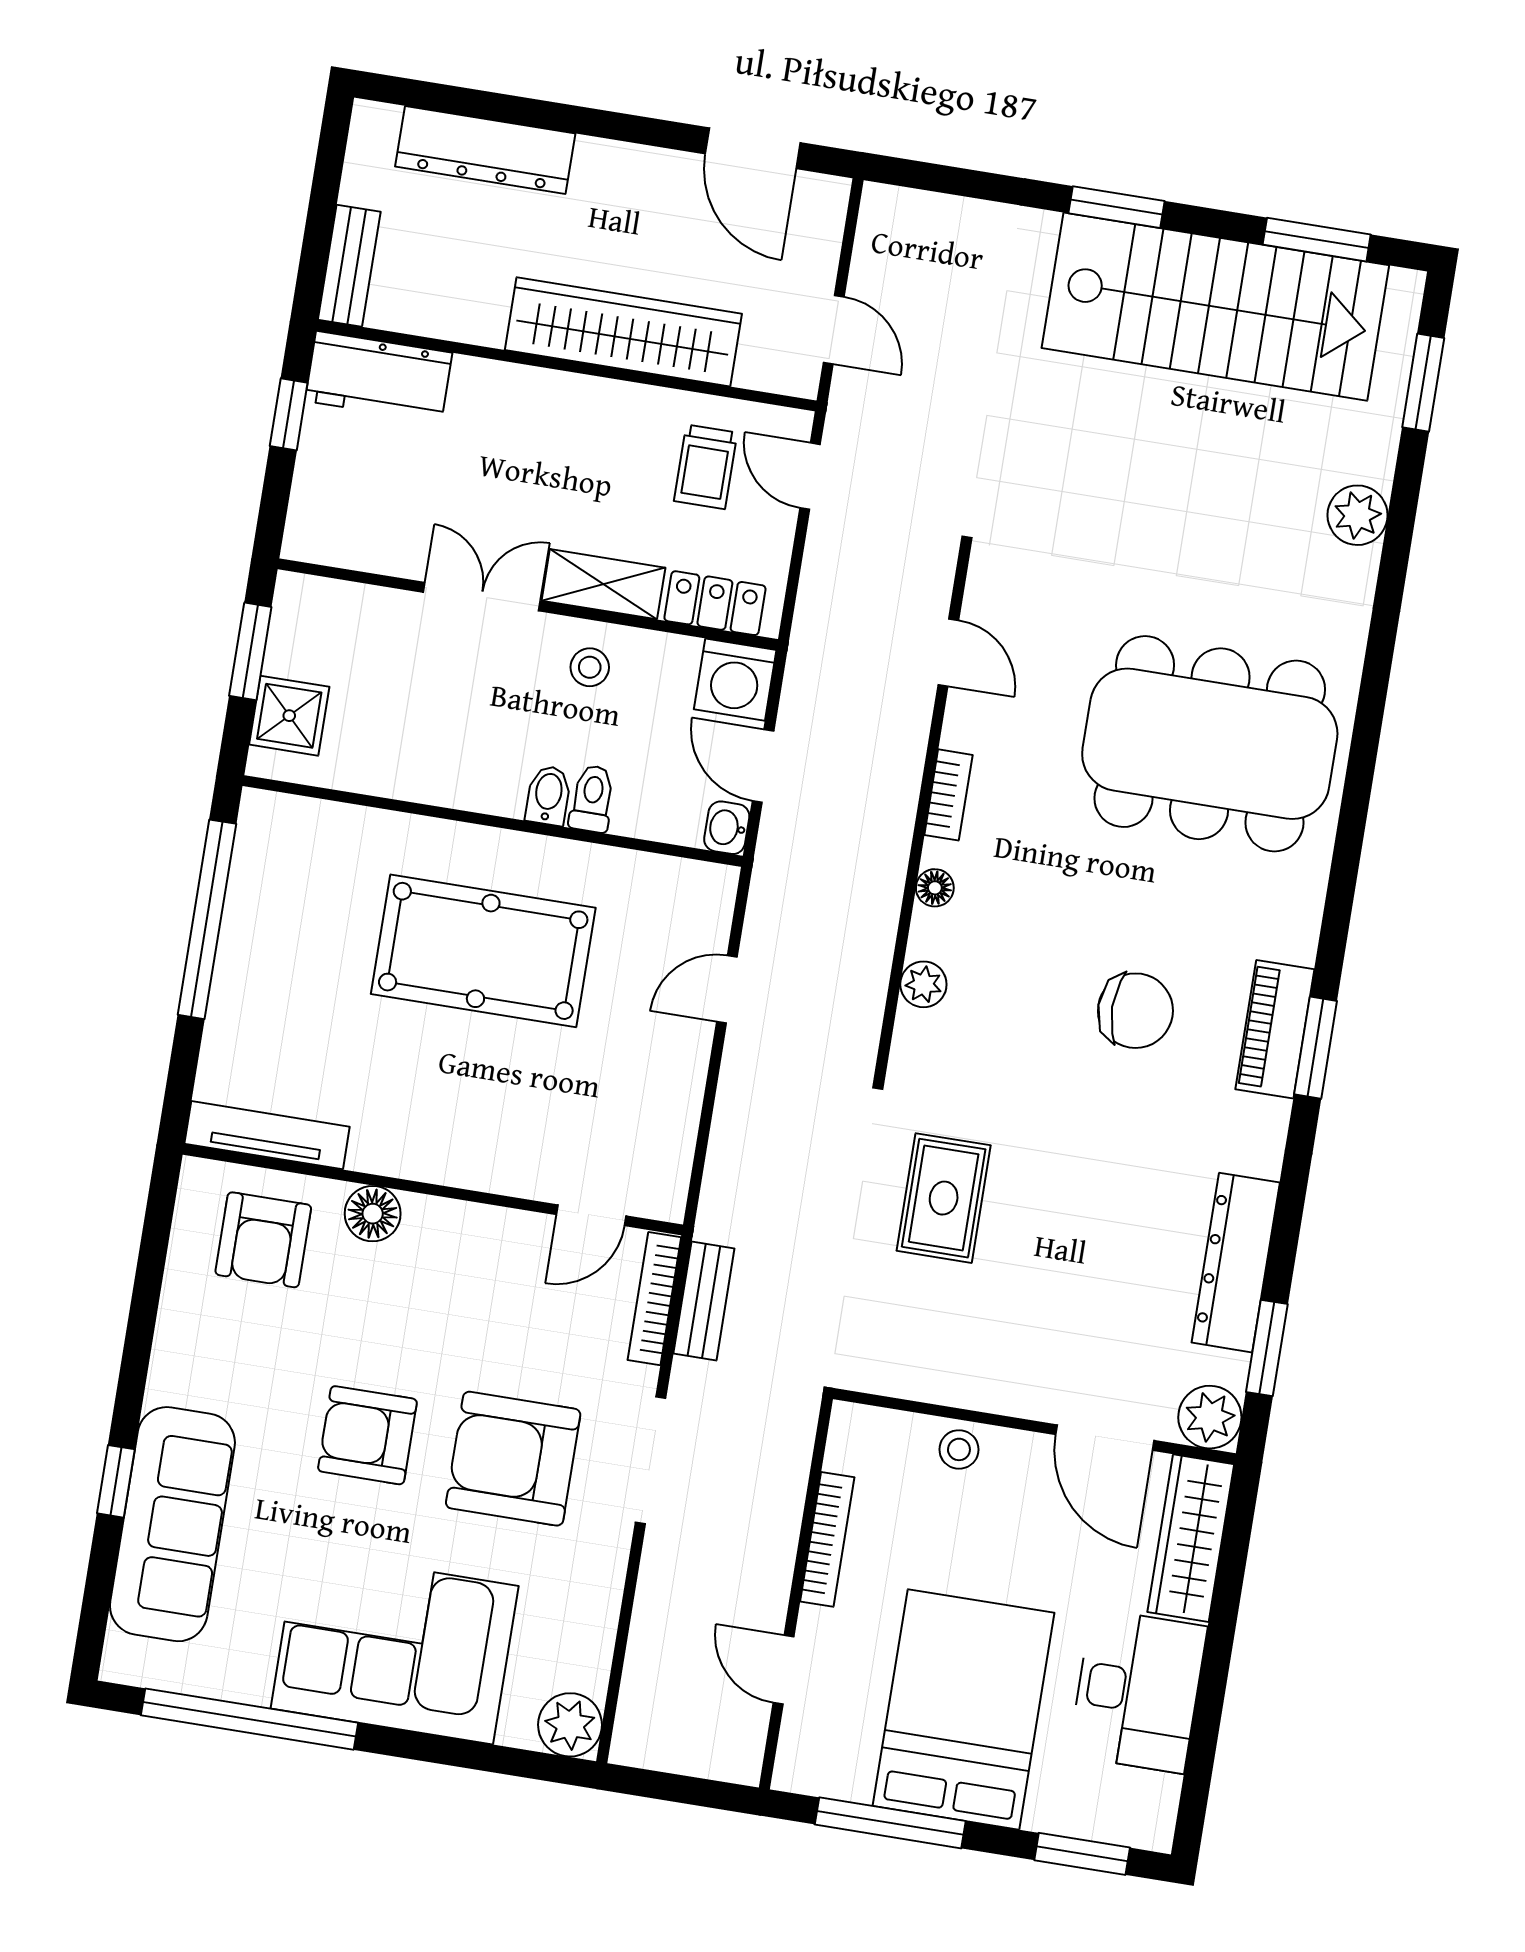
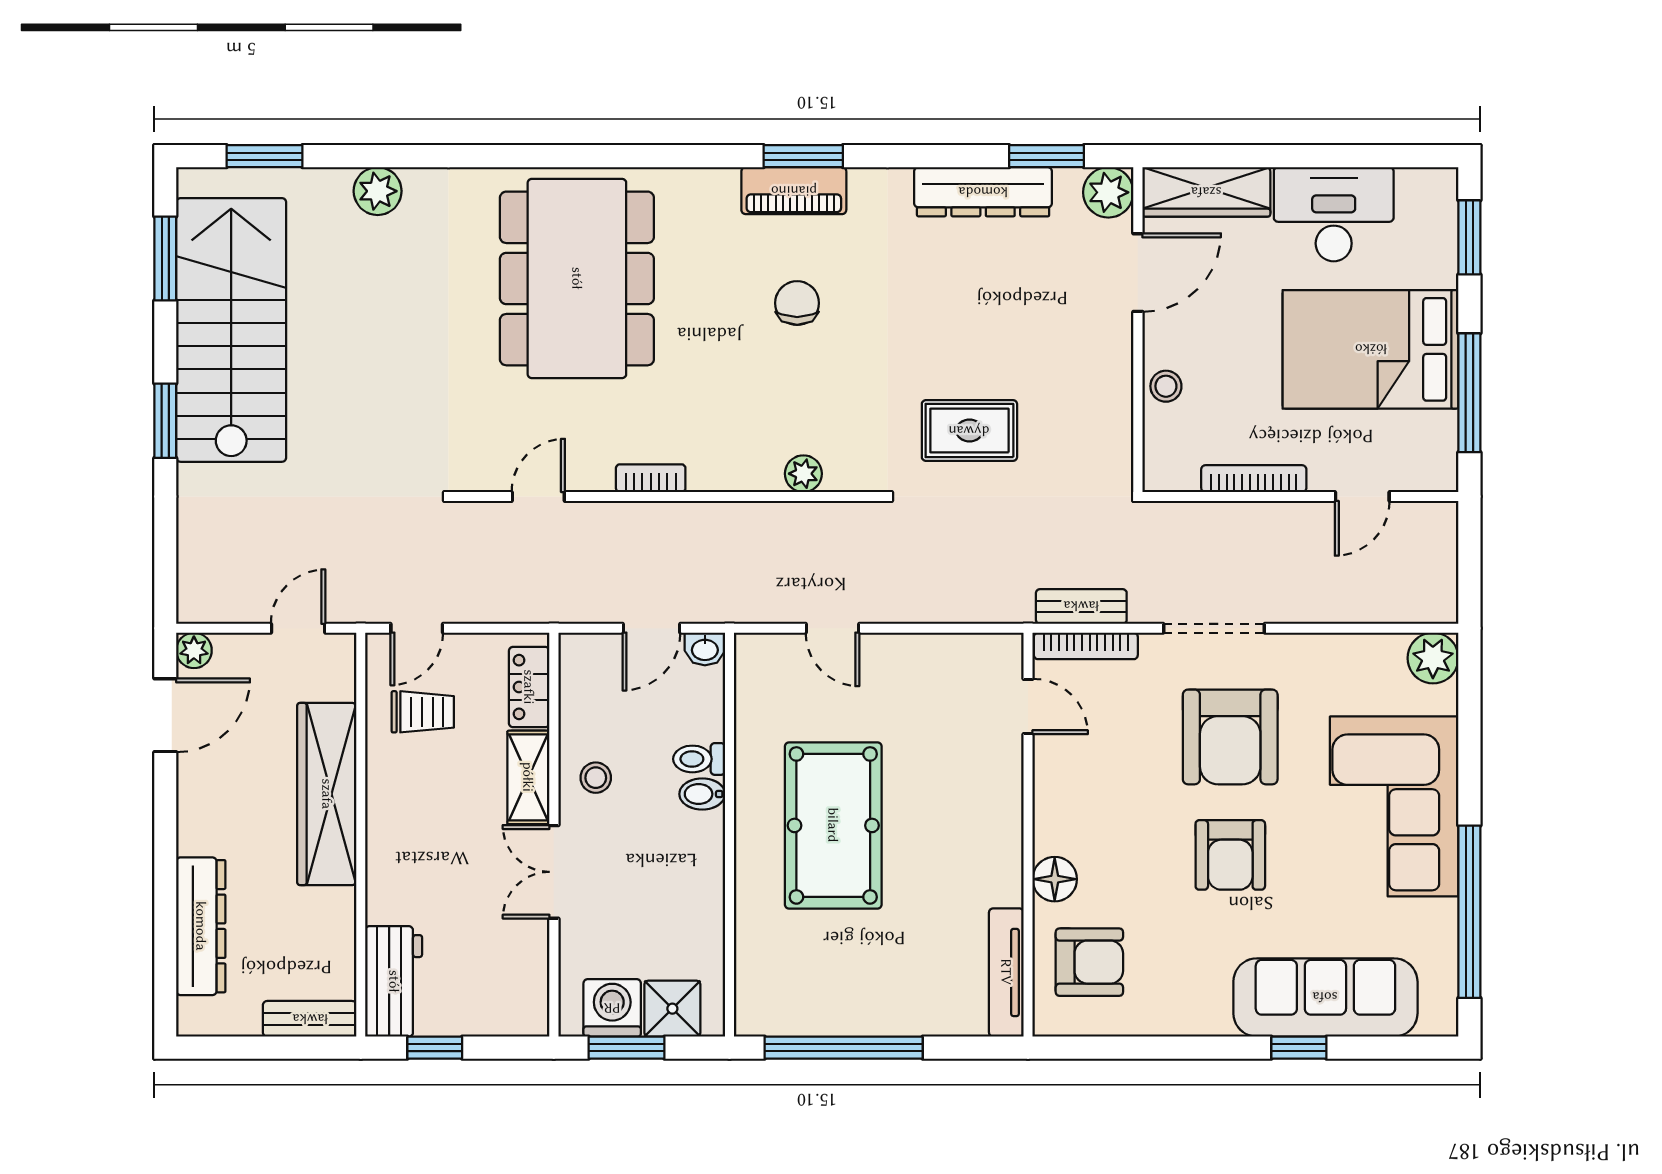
plant: (827, 197) -> (194, 650), added
washing machine: (735, 680) -> (612, 1008), moved, turned -90
floor lamp: (935, 888) -> (726, 477), removed
chair: (1135, 1011) -> (797, 303), width x0.73, depth x0.73

